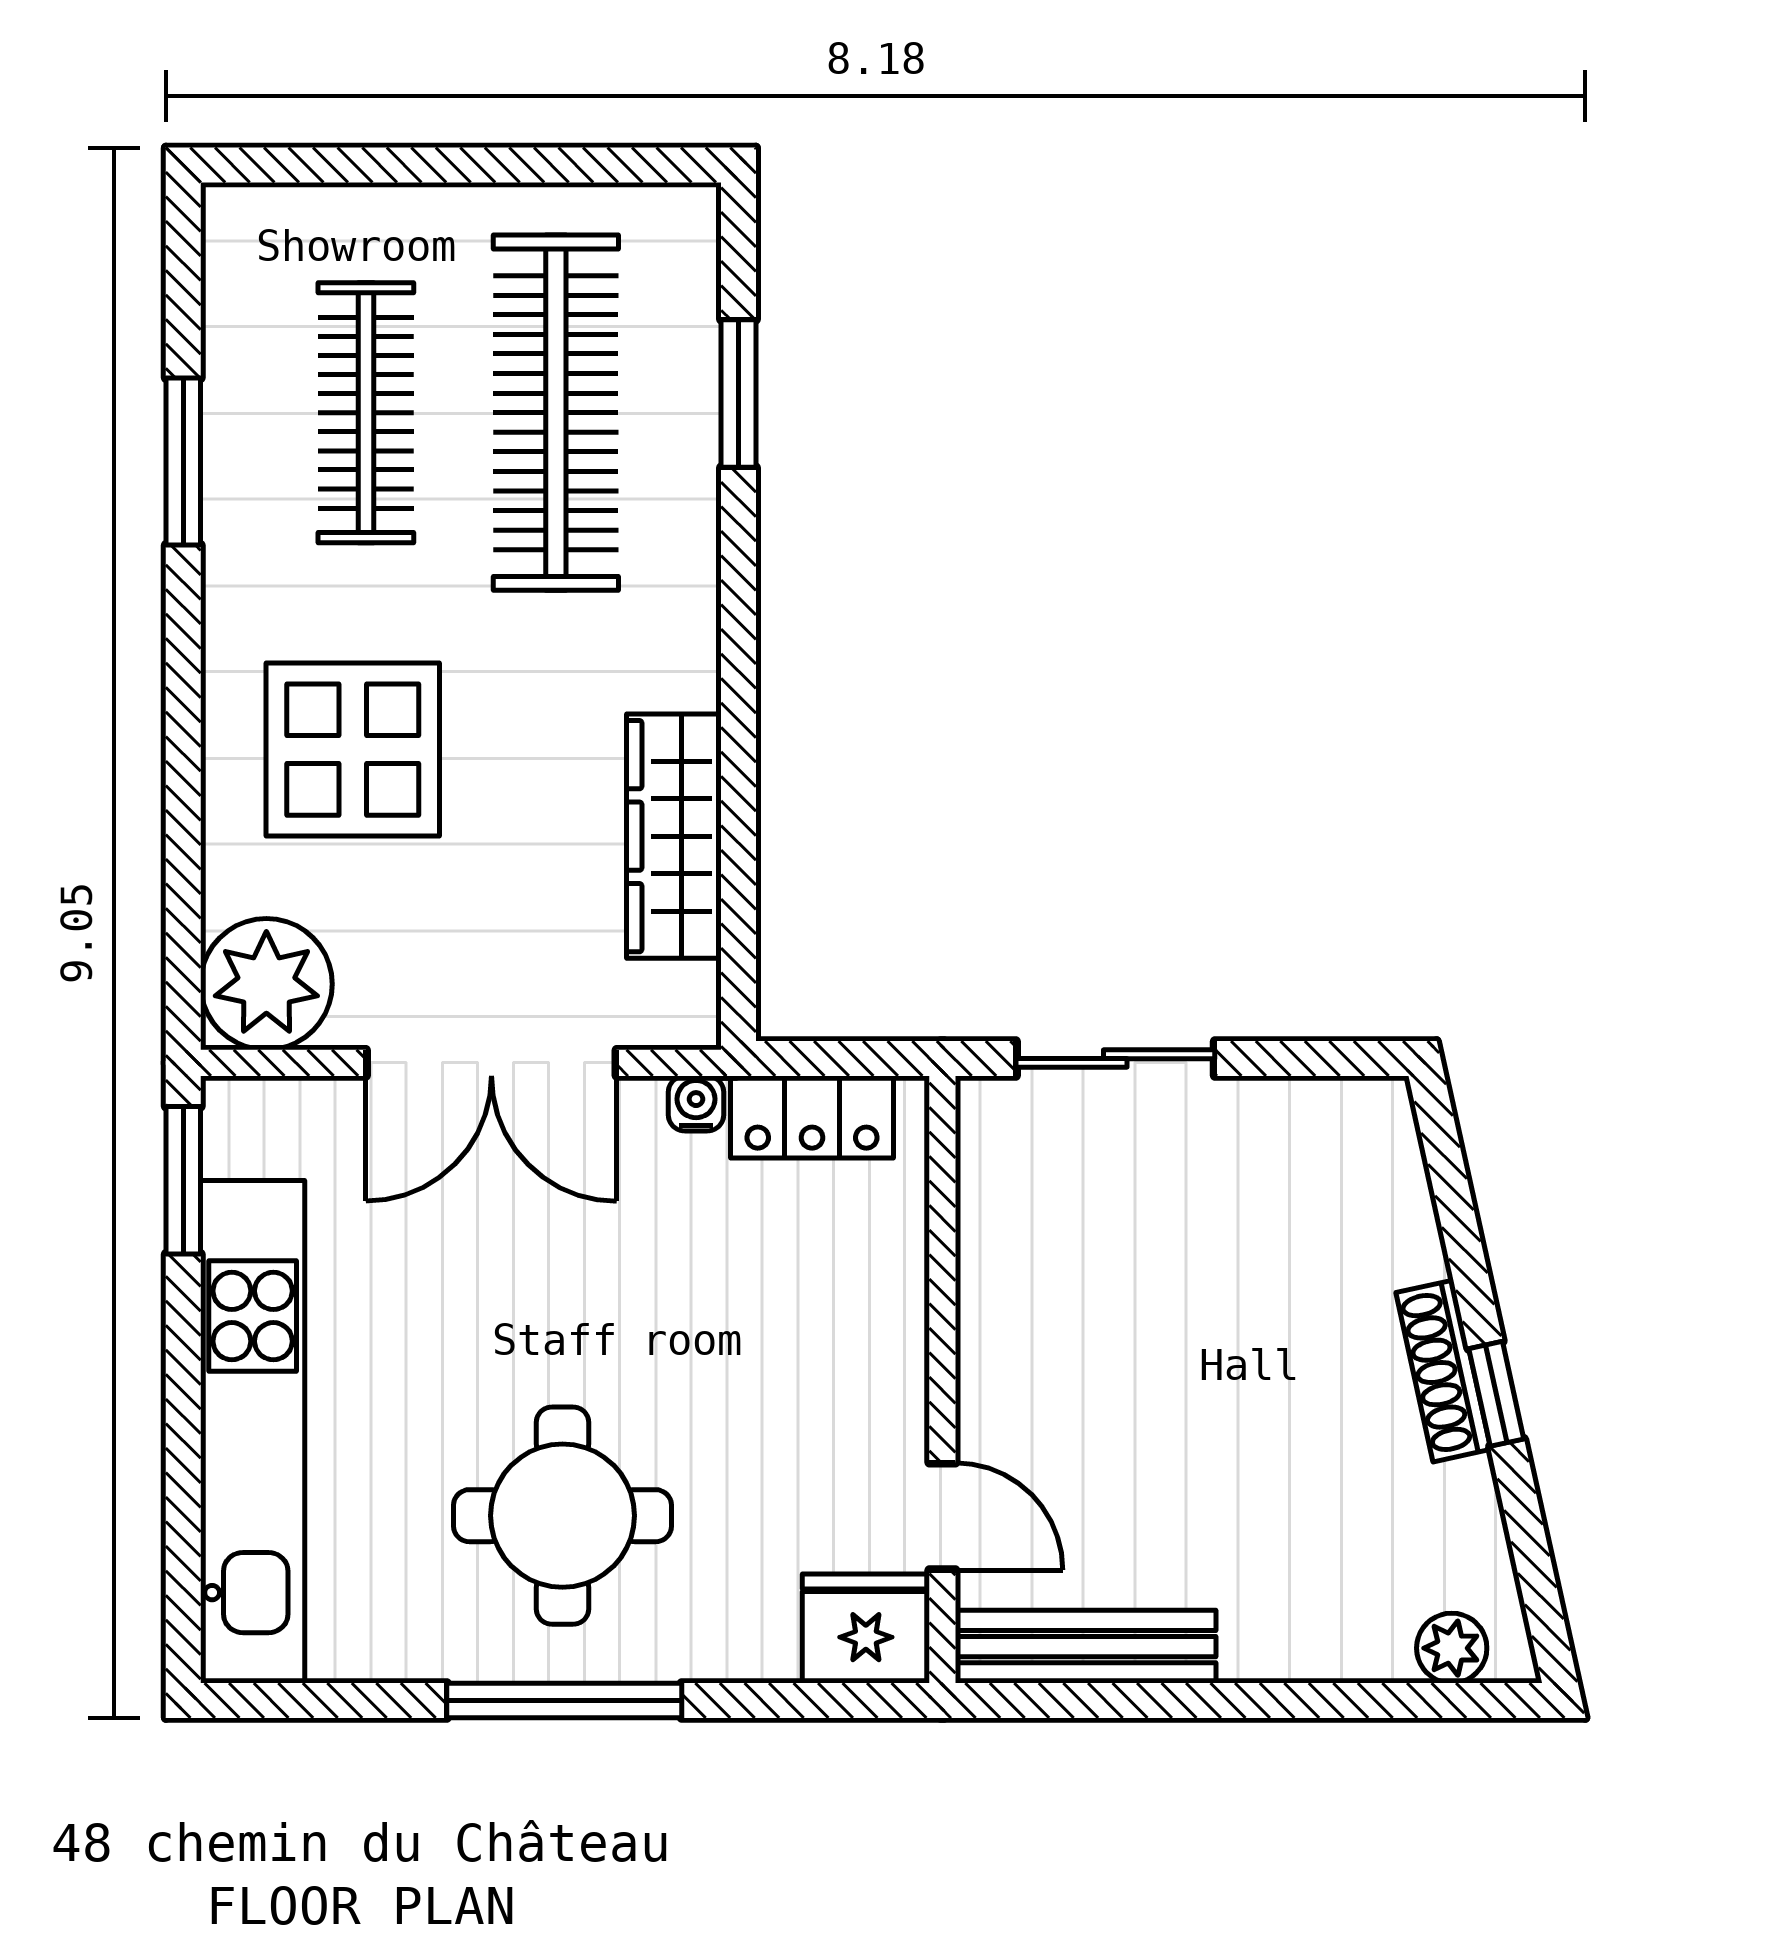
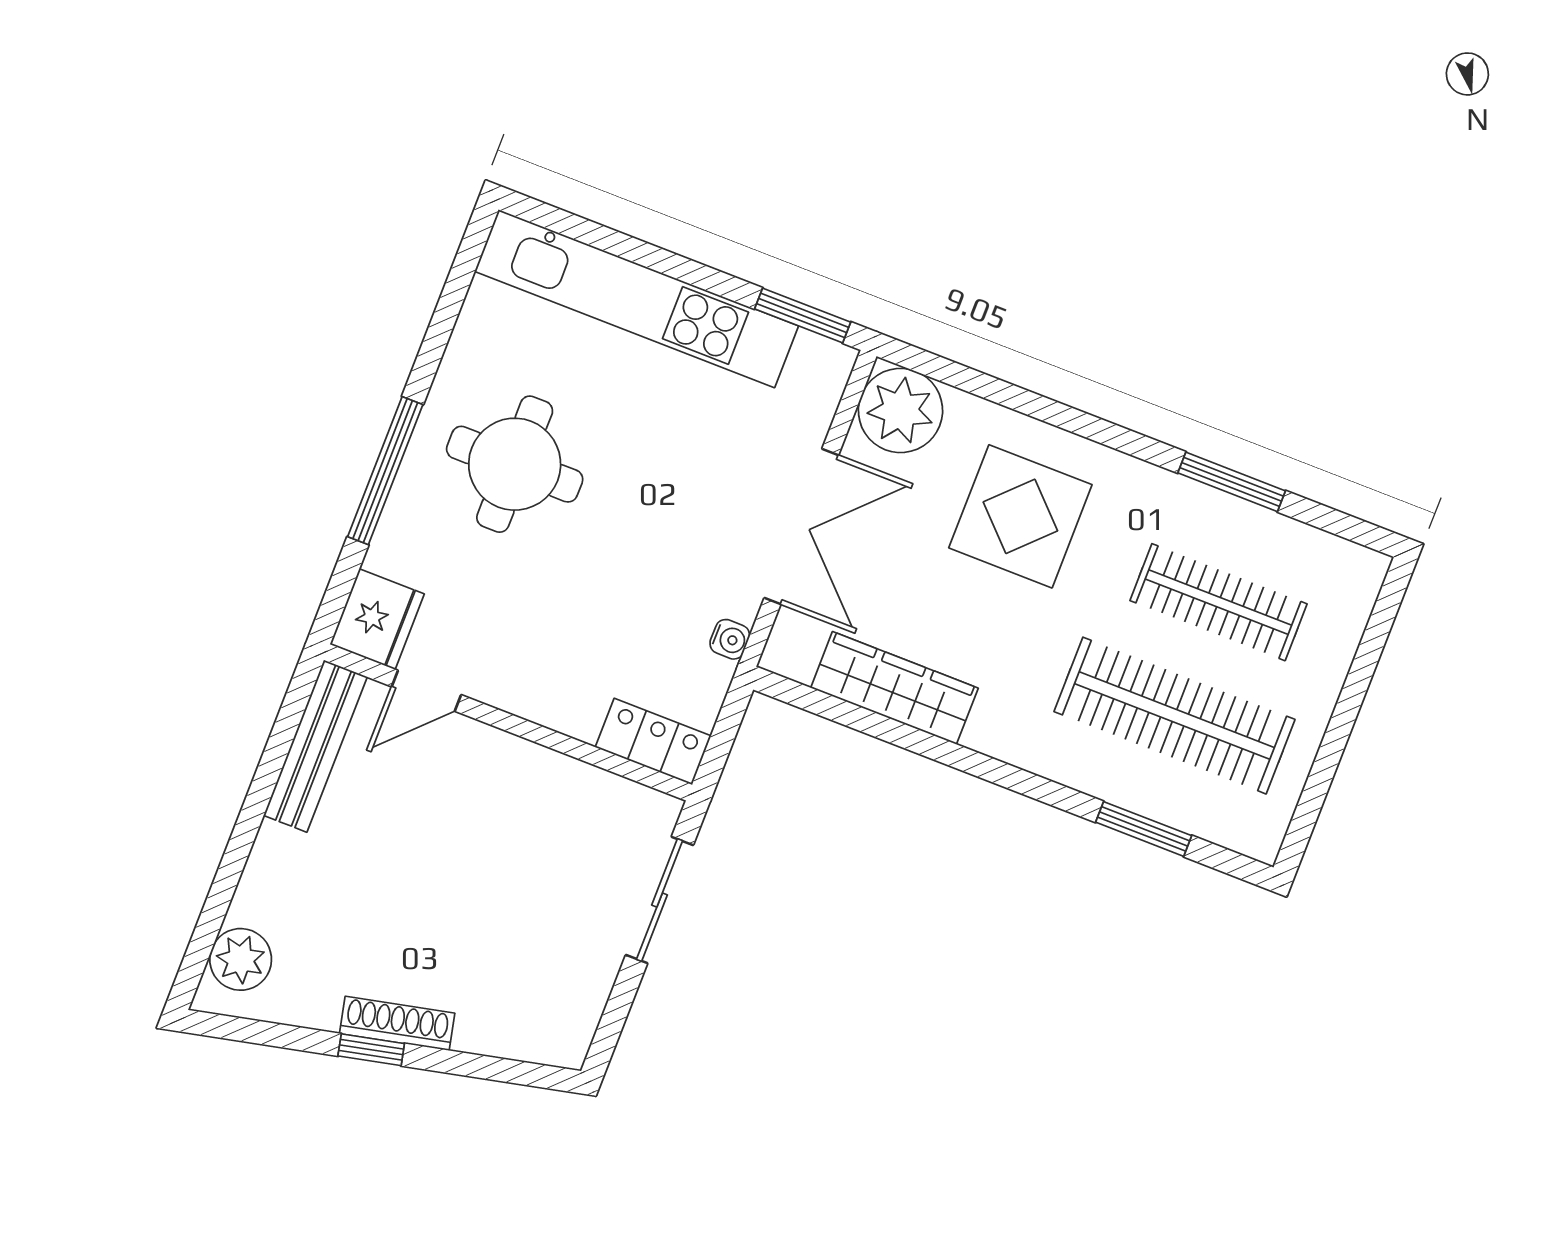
double door: (491, 1063) -> (801, 526), swing flipped
locker: (812, 1117) -> (653, 742), moved, turned 90
plant: (1452, 1648) -> (241, 959), width x1.38, depth x1.38
window: (564, 1700) -> (385, 471), moved

